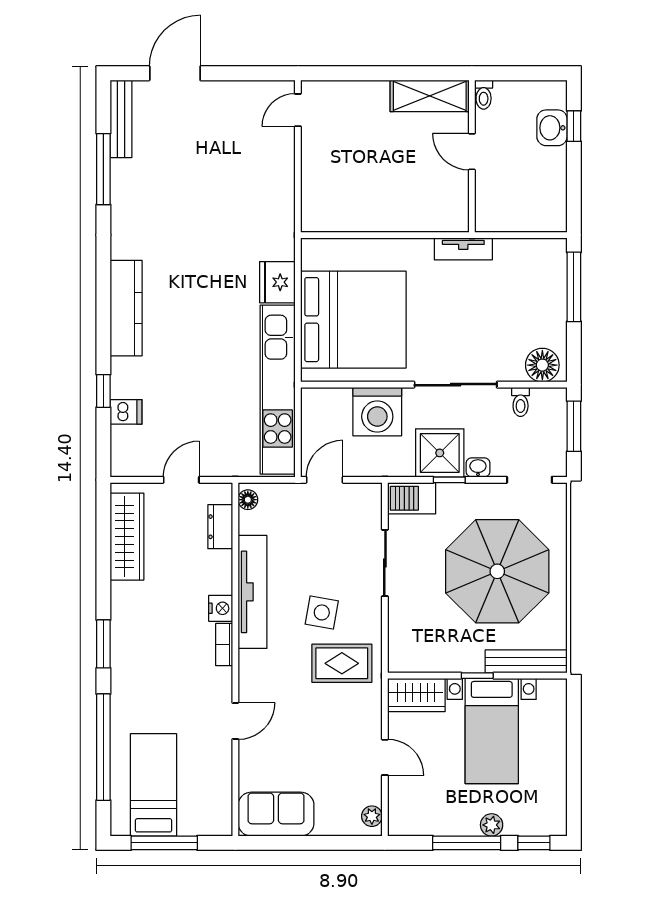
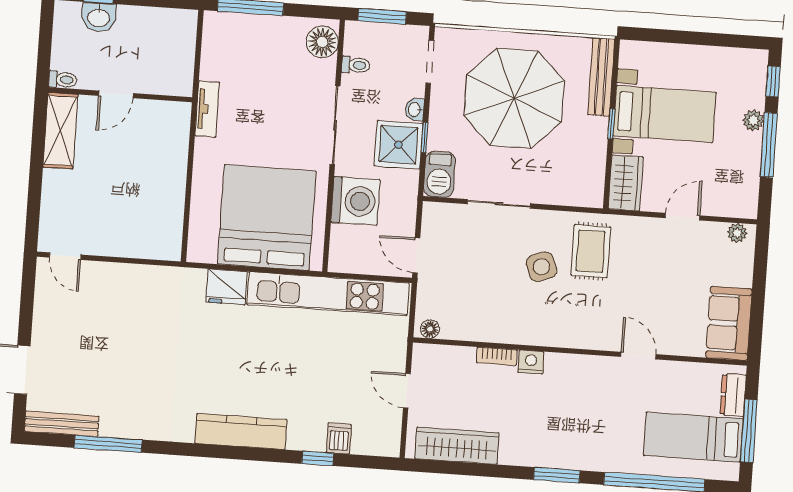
dresser: (220, 527) -> (733, 395), moved, turned 90
tv unit: (252, 592) -> (517, 331), removed
side table: (322, 612) -> (541, 267), turned -31
bookcase: (224, 645) -> (497, 356), moved

